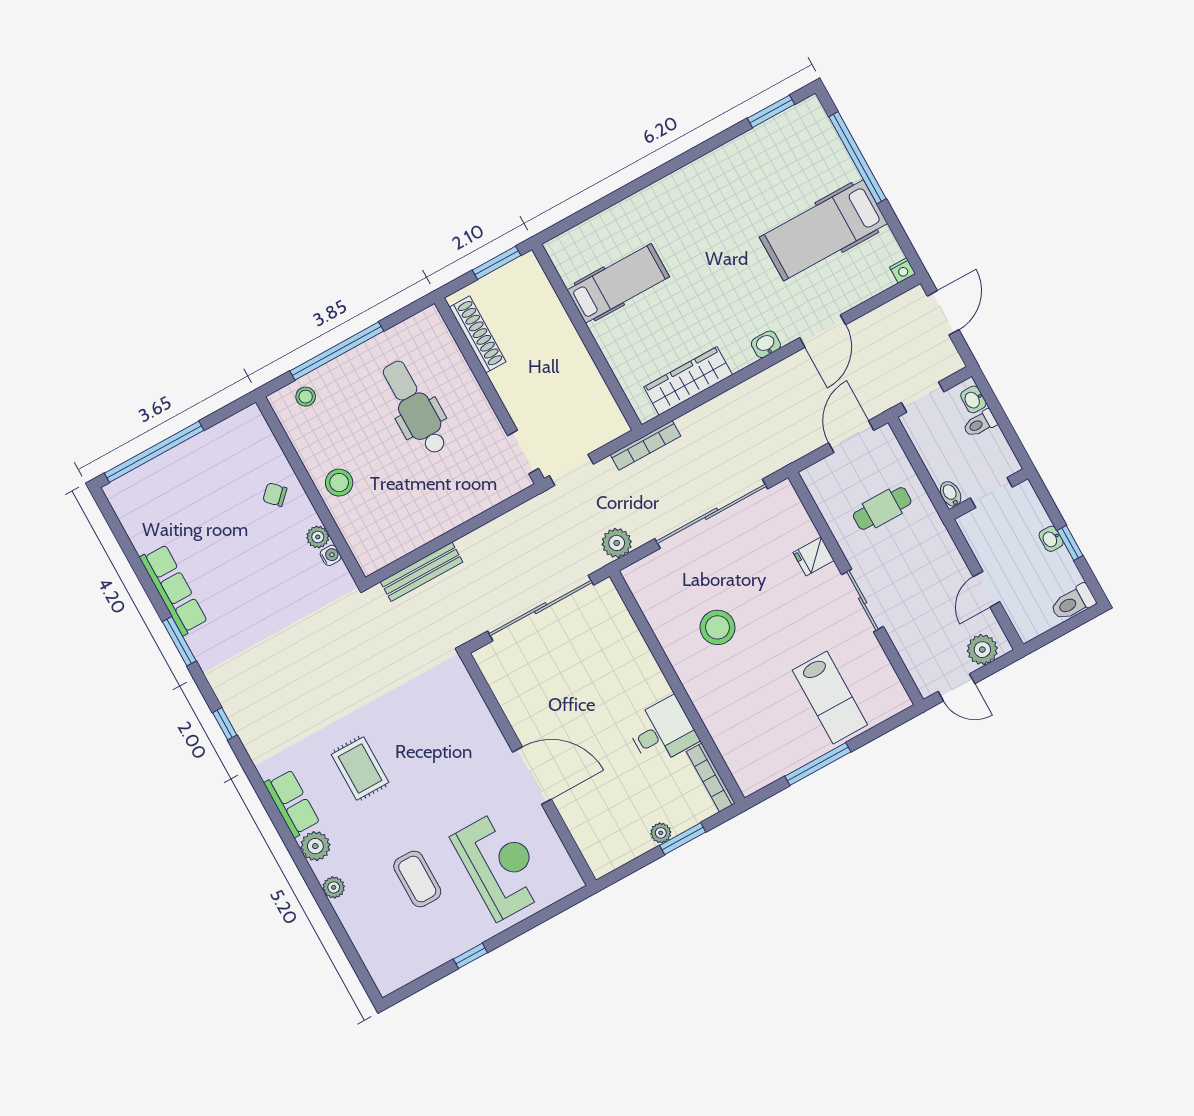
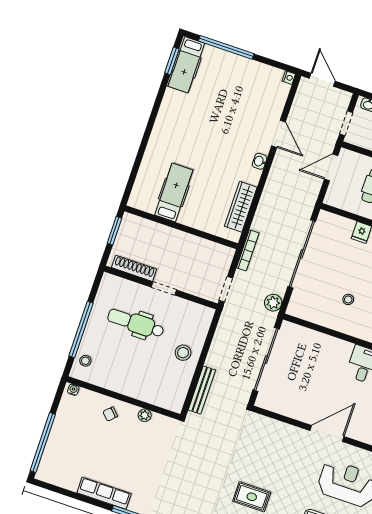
hospital bed: (823, 230) -> (186, 65), moved, width x0.73, depth x0.78
door: (851, 437) -> (331, 167), hinge flipped
doorway: (523, 452) -> (164, 289), moved
stool: (339, 483) -> (183, 353), moved
water cooler: (331, 555) -> (73, 390), moved
stool: (717, 627) -> (348, 299), width x0.53, depth x0.53

